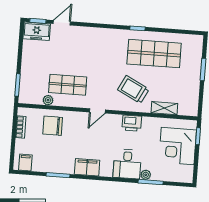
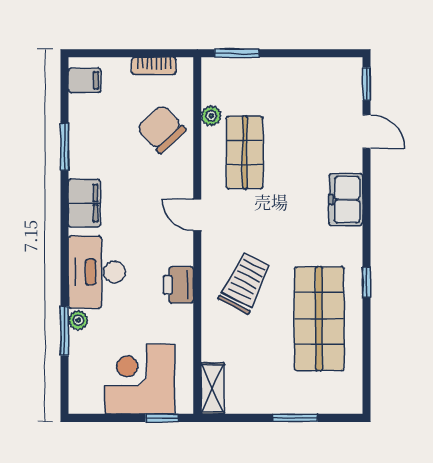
freezer: (37, 31) -> (346, 200), moved
shelving: (164, 108) -> (213, 388), moved
chair: (53, 126) -> (161, 129), turned -43
desk: (127, 164) -> (97, 272), width x1.37

